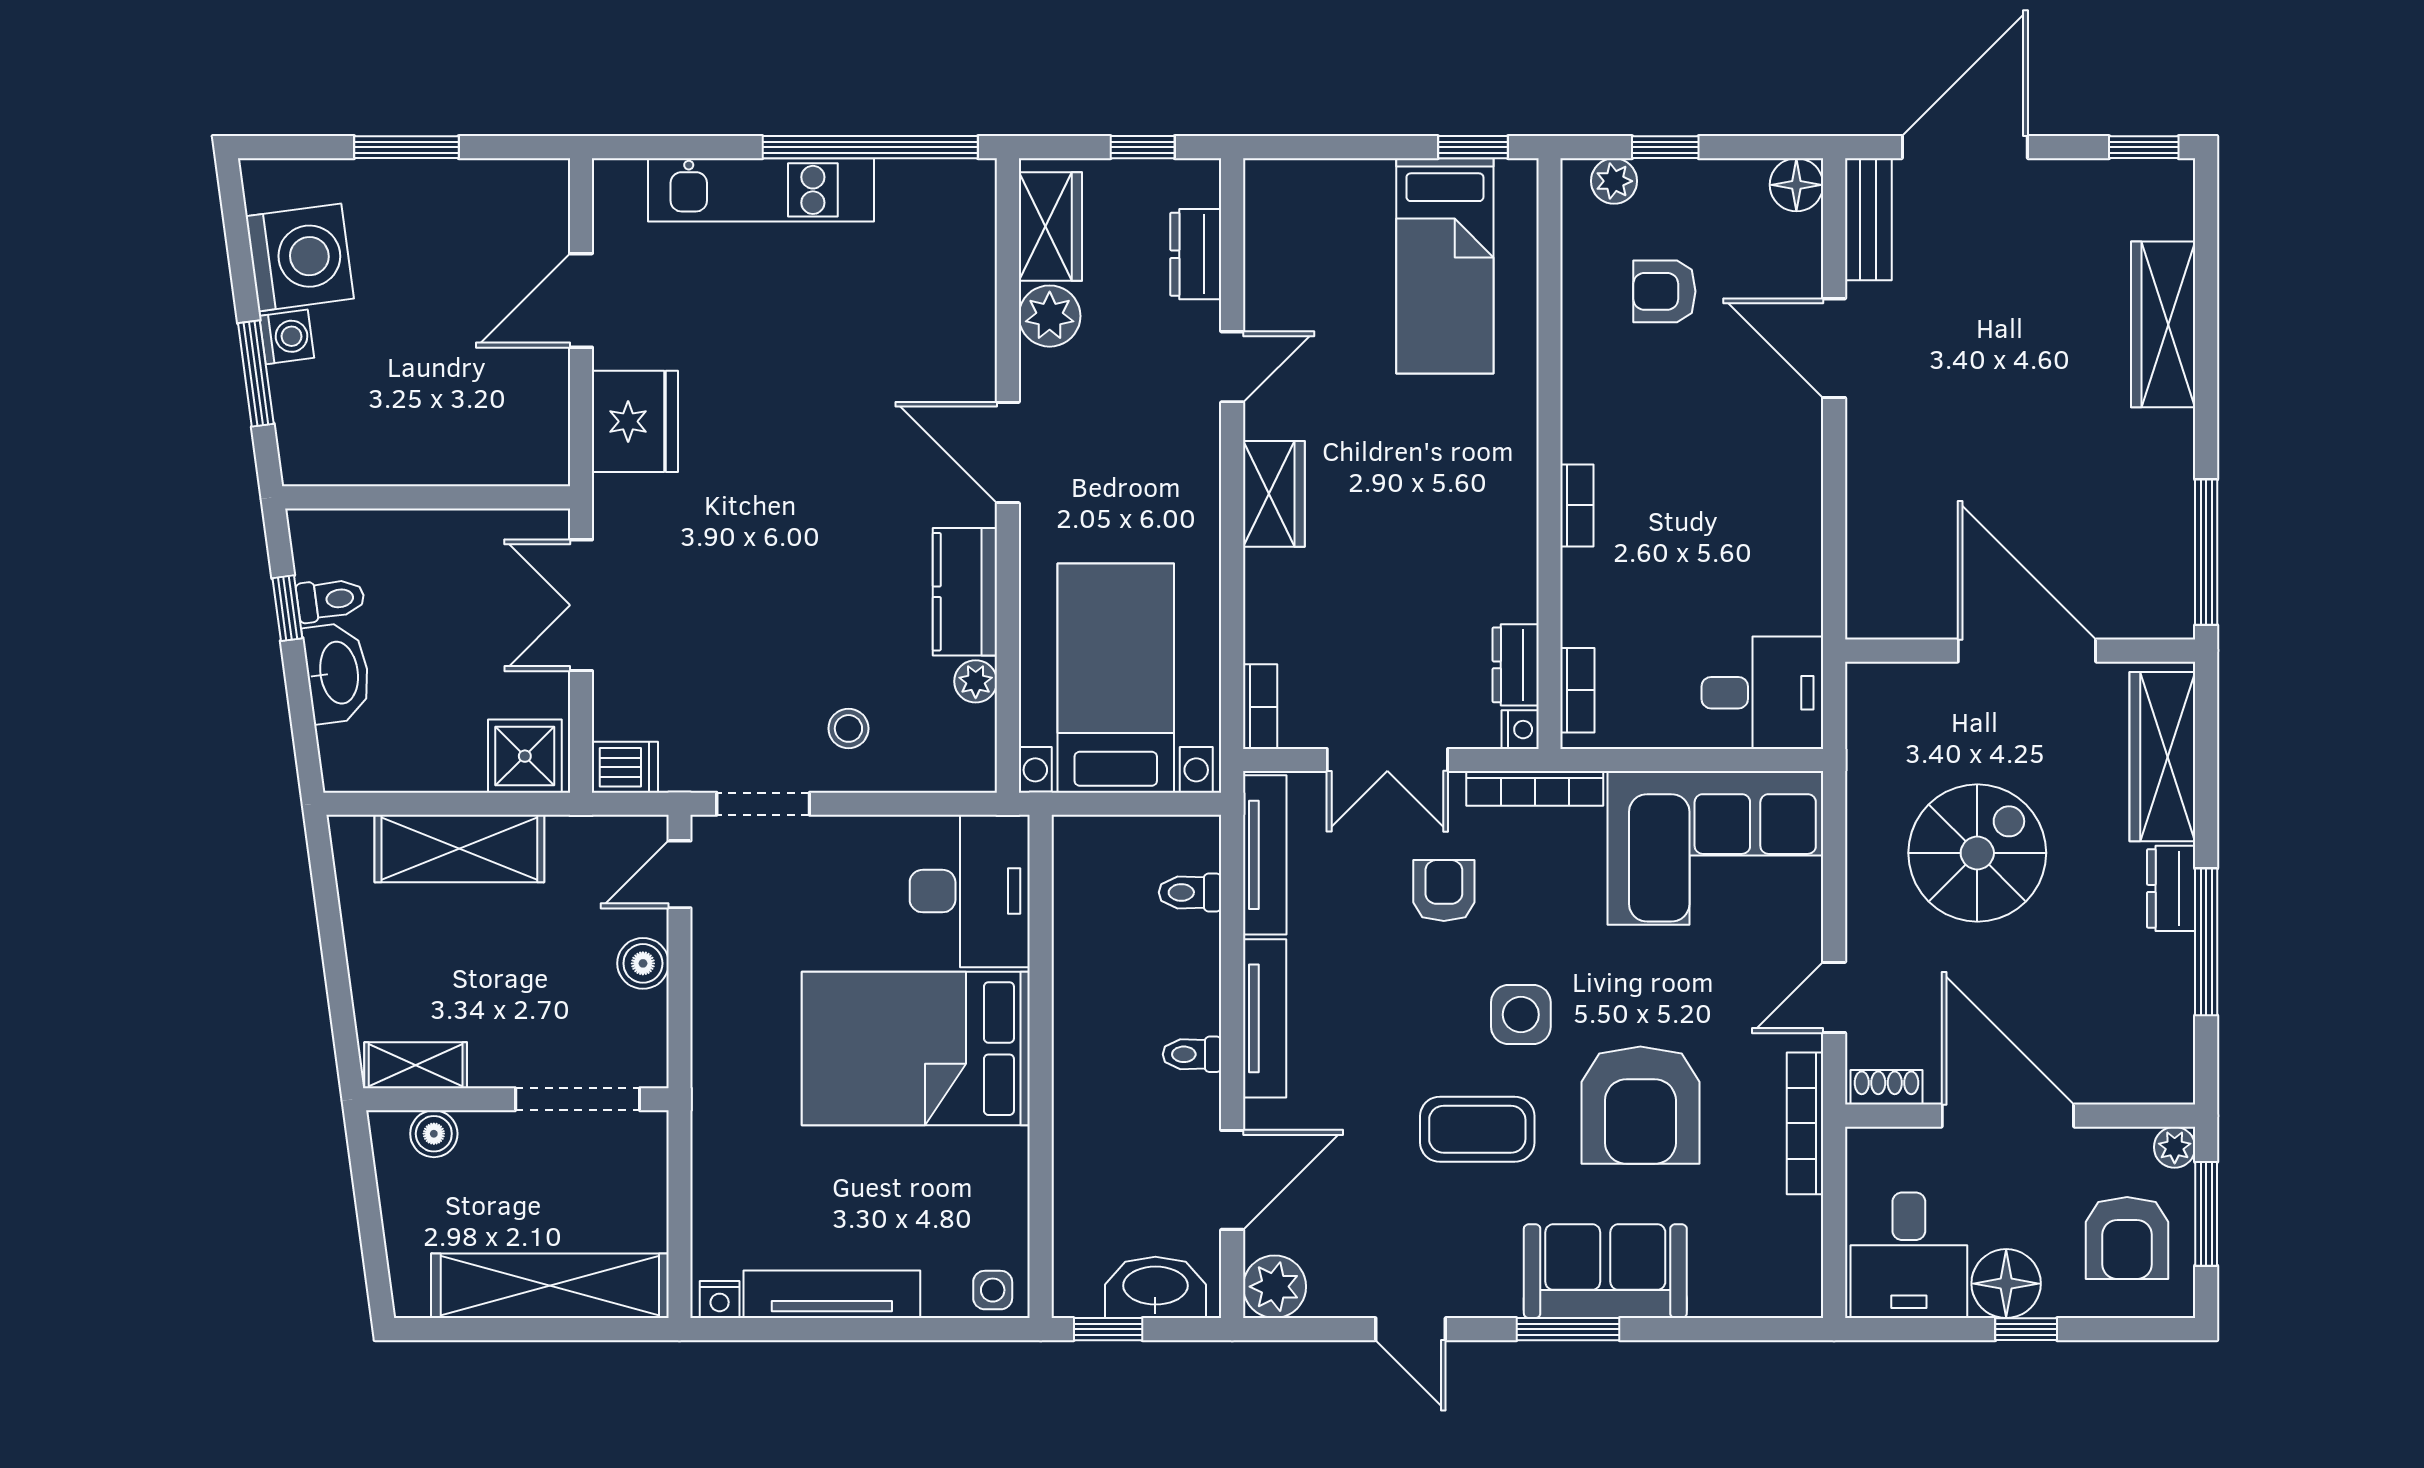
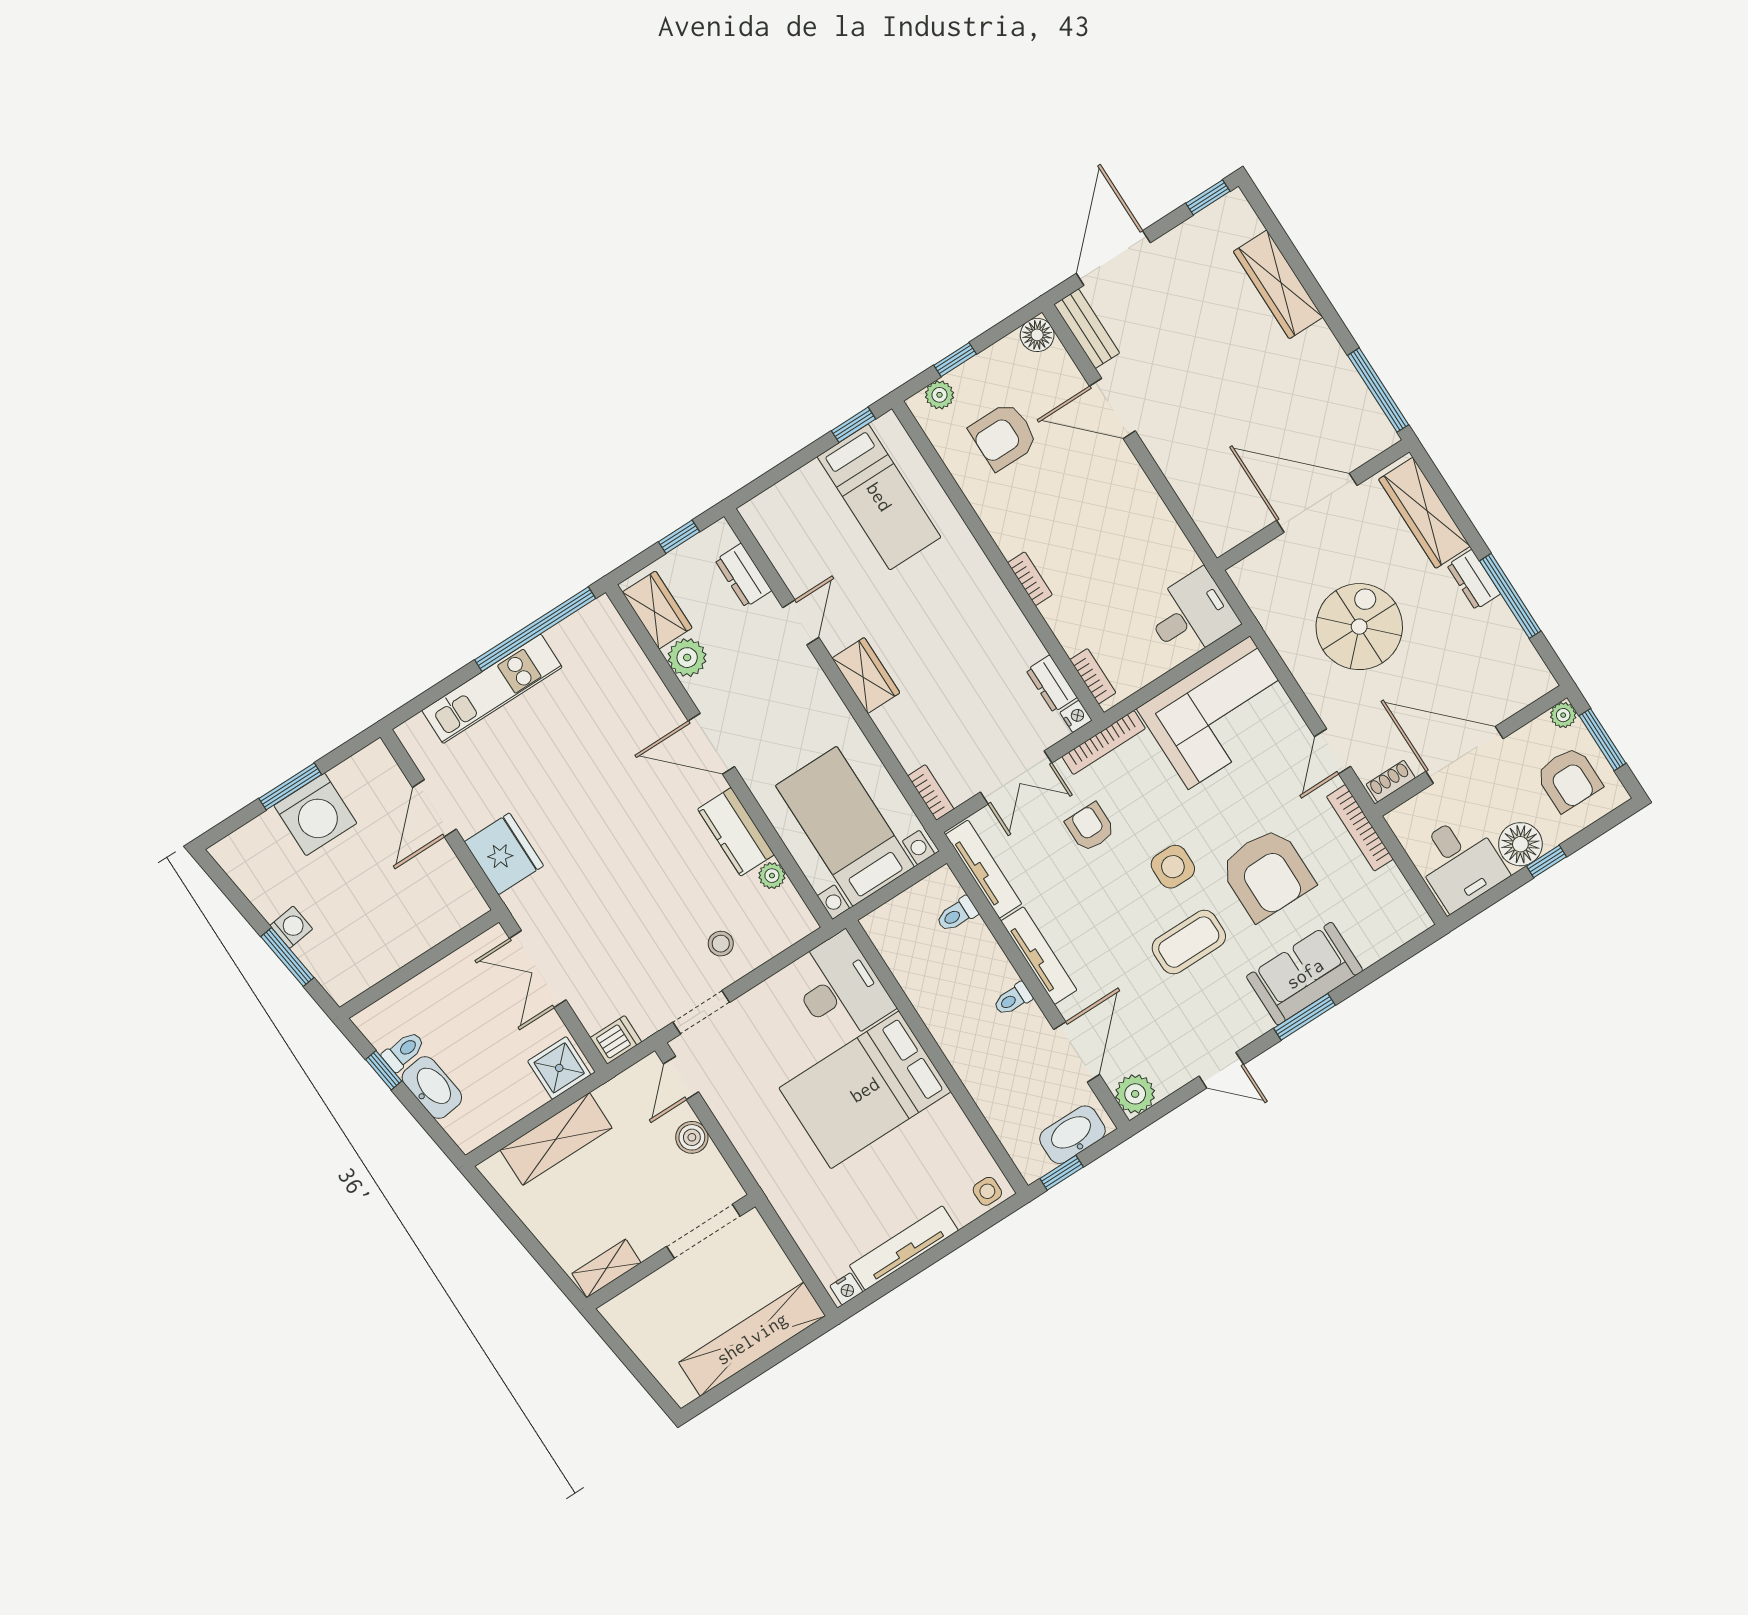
washing machine: (300, 257) -> (315, 814), moved, turned 98
armchair: (1664, 291) -> (1004, 436), width x1.38, depth x1.38
boiler: (434, 1134) -> (639, 1298), removed

